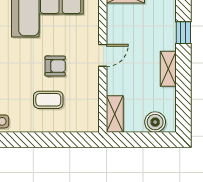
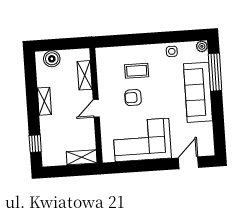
window: (183, 33) -> (35, 144), moved
shelving: (115, 114) -> (85, 75), moved

